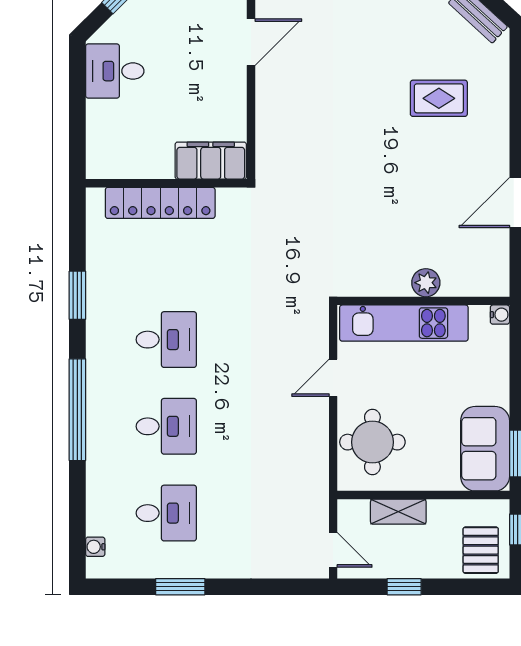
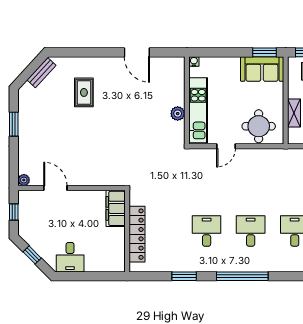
plant: (426, 283) -> (178, 114), moved
door: (333, 378) -> (226, 146), hinge flipped

